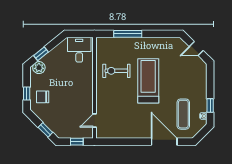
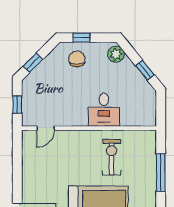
desk: (79, 50) -> (104, 110), moved, turned 90
window: (41, 54) -> (145, 70), moved
door: (94, 120) -> (46, 128), swing flipped

